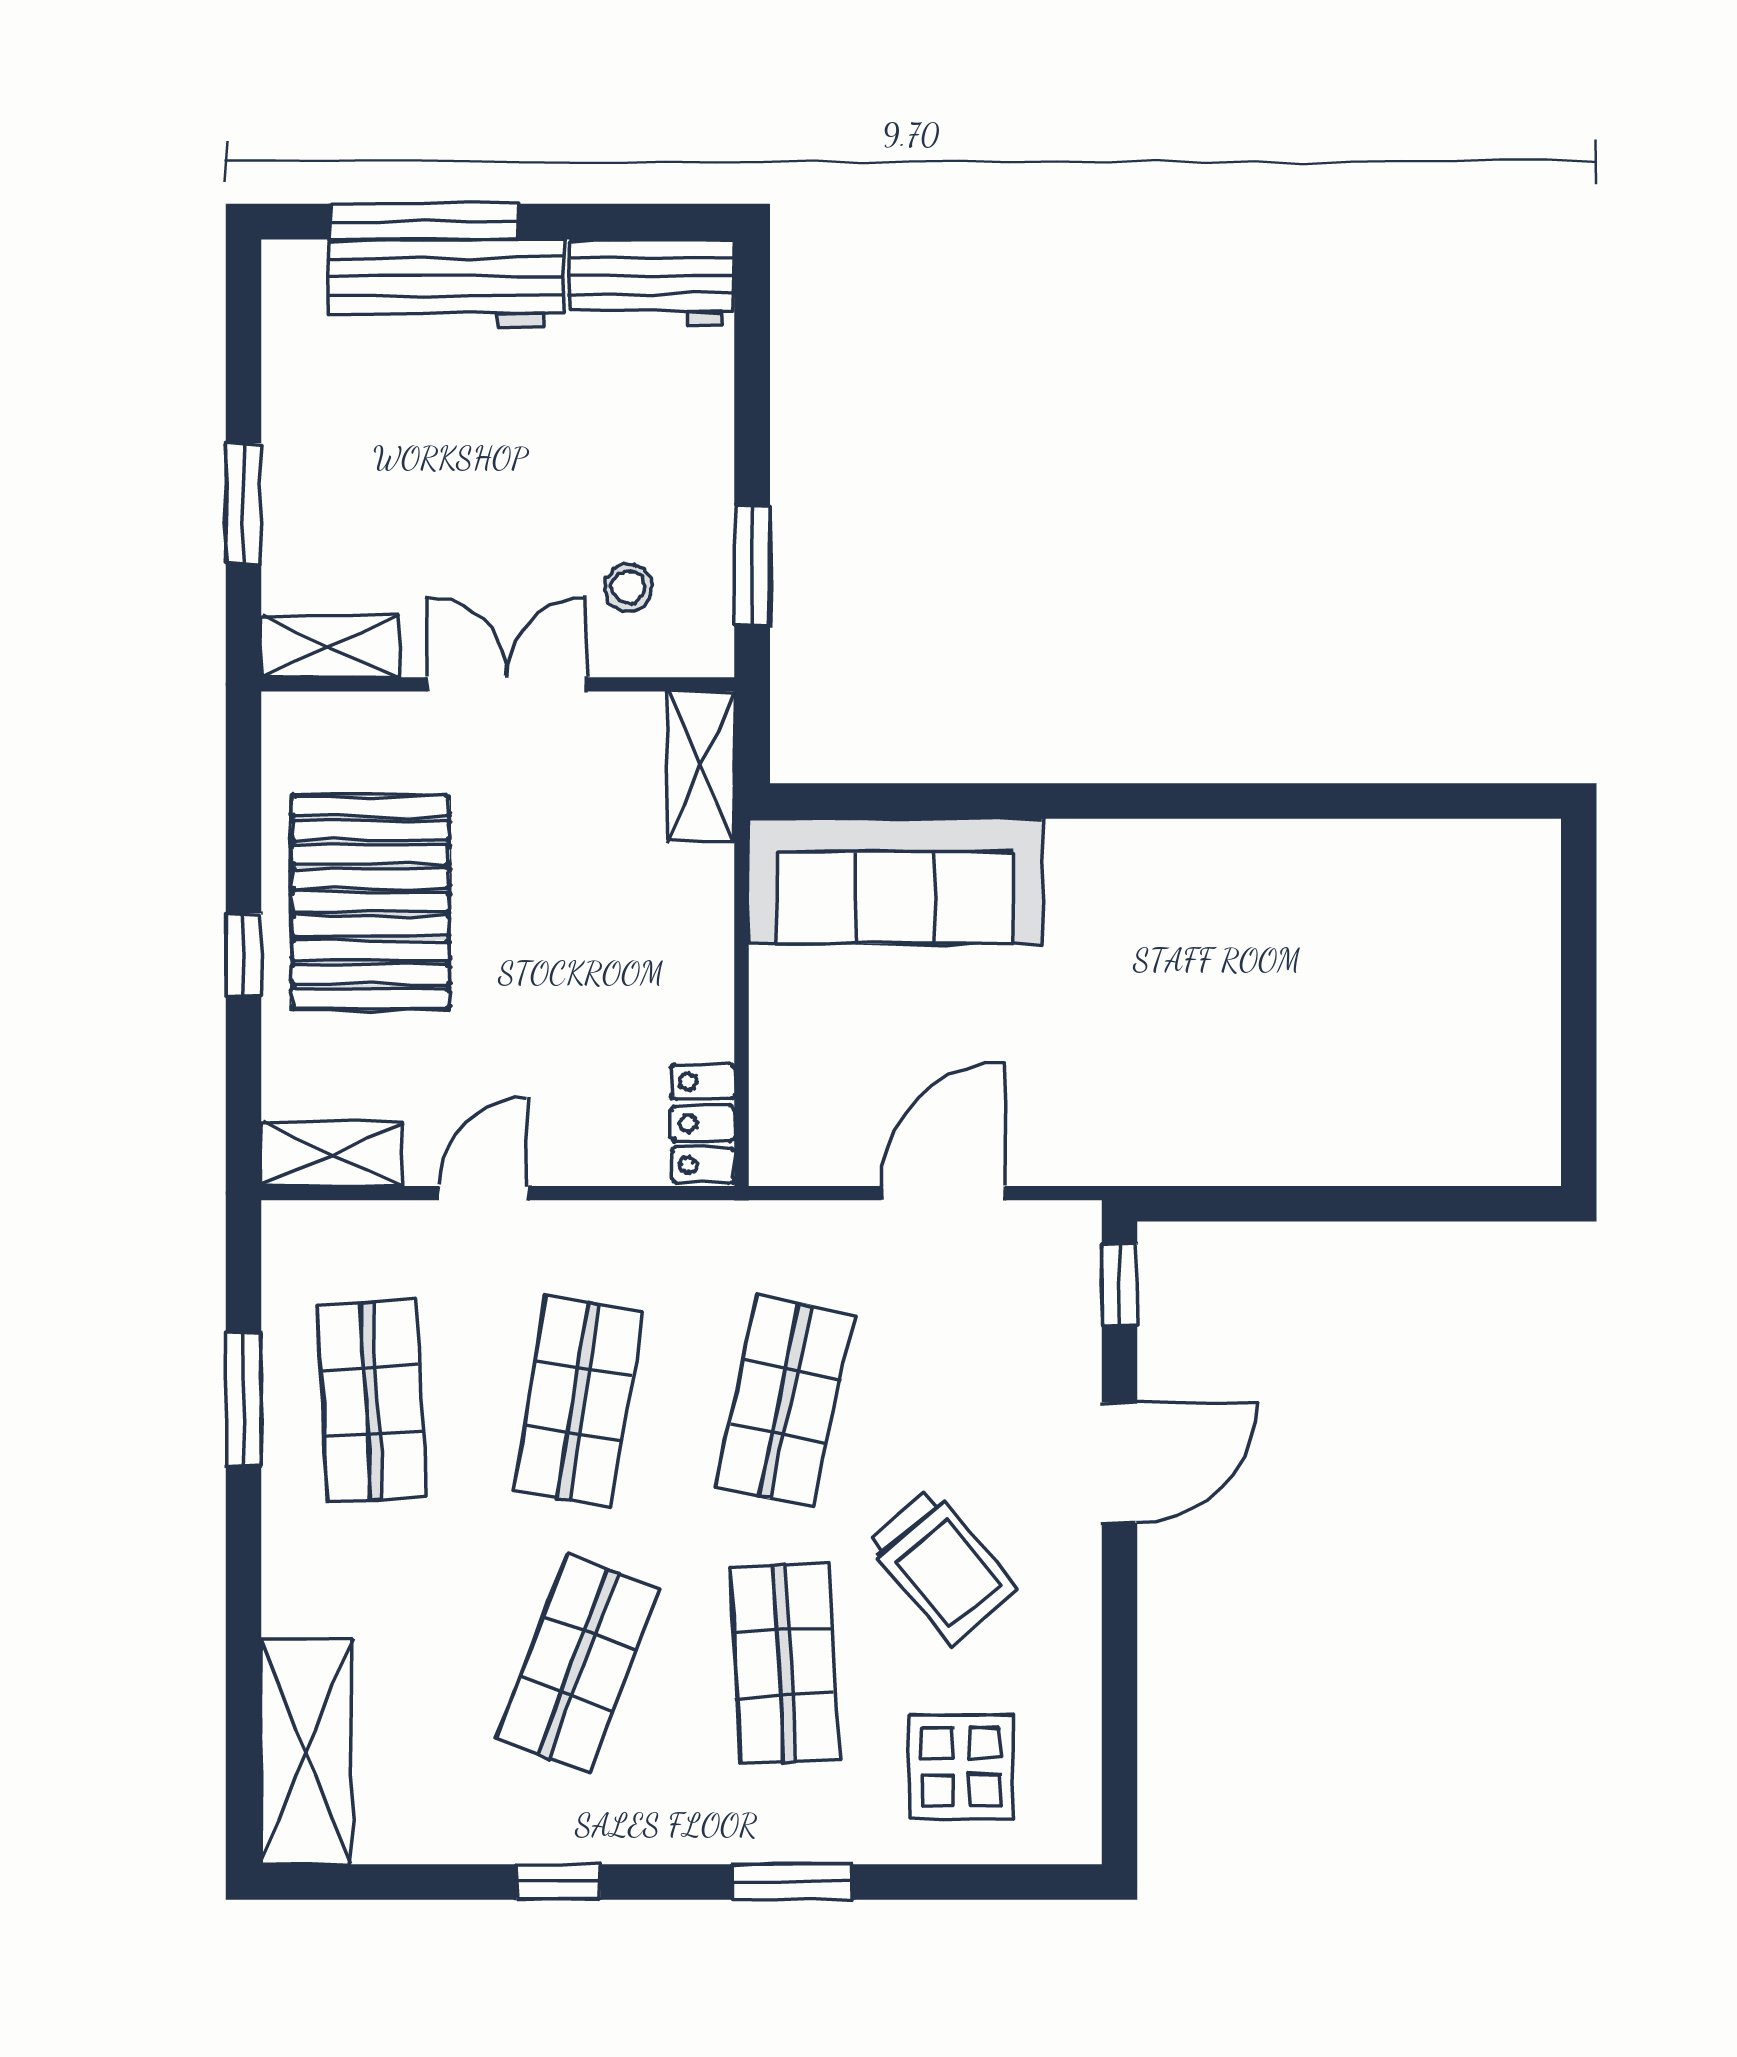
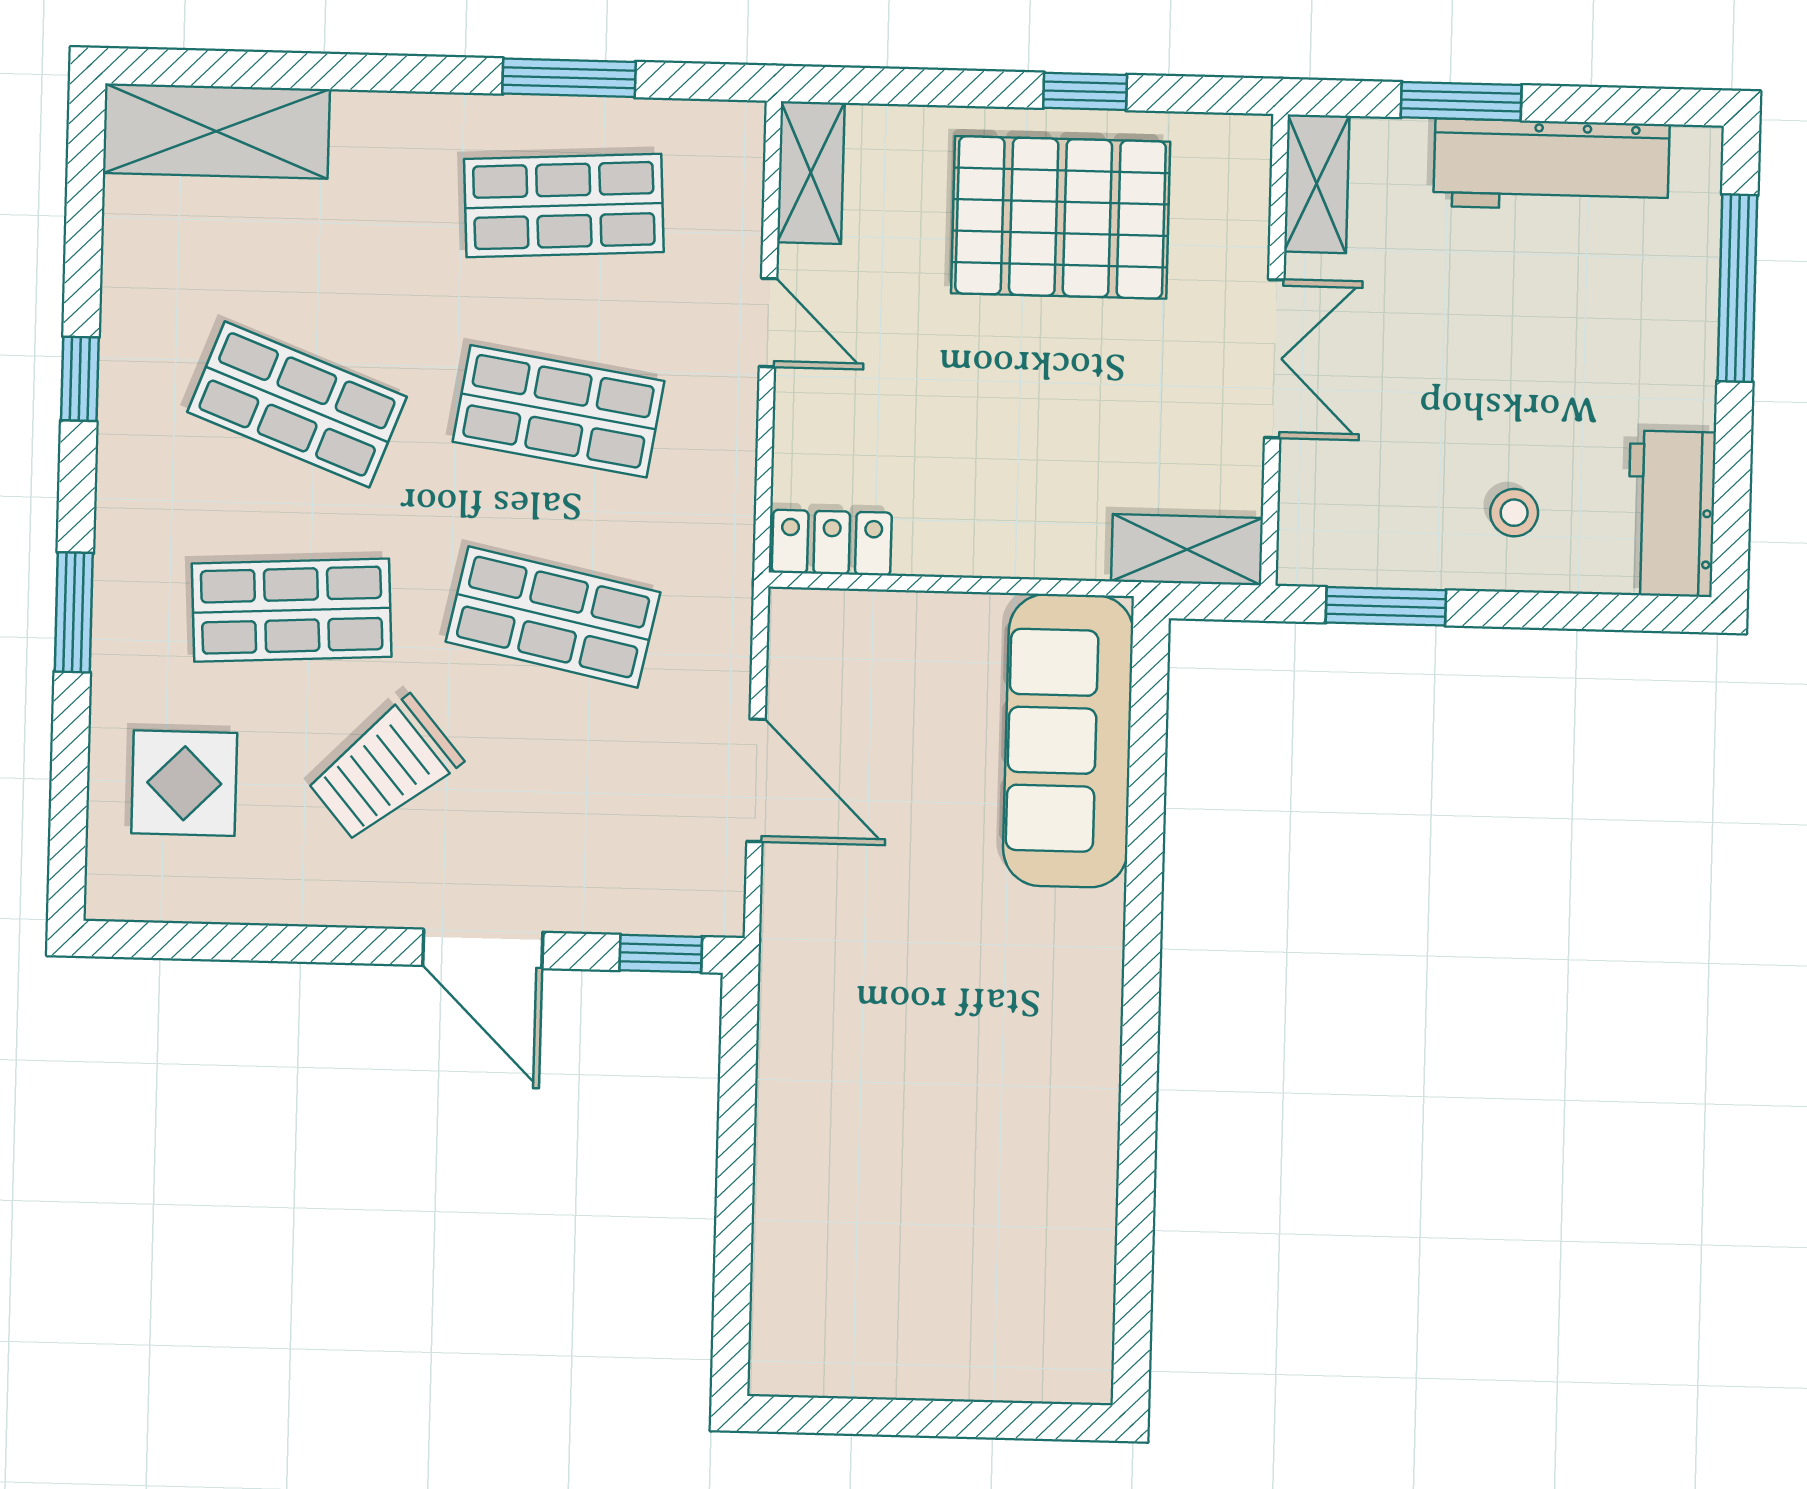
workbench: (446, 283) -> (1551, 165), moved, turned -90
stool: (628, 588) -> (1514, 513), moved
window: (243, 955) -> (1085, 91), moved

